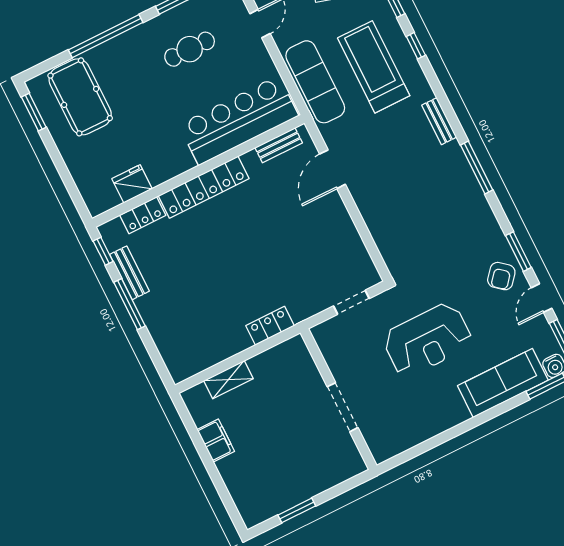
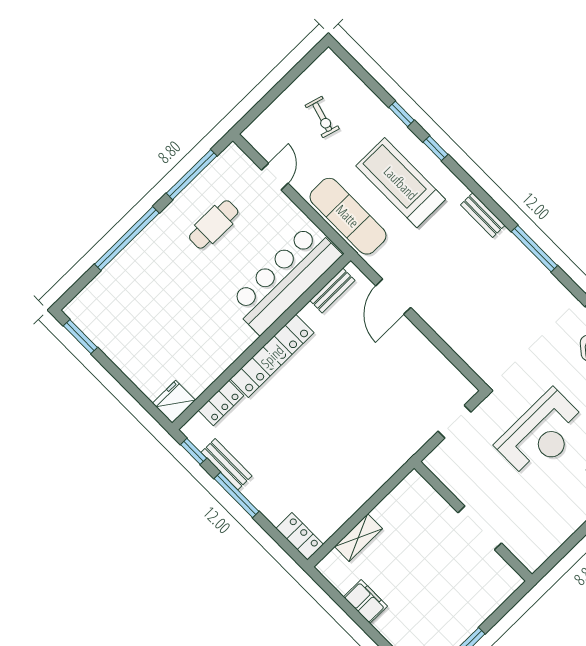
pool table: (80, 97) -> (121, 307), removed
fridge: (132, 184) -> (174, 402), moved
locker: (270, 326) -> (300, 536), moved, turned 90

